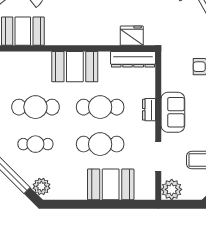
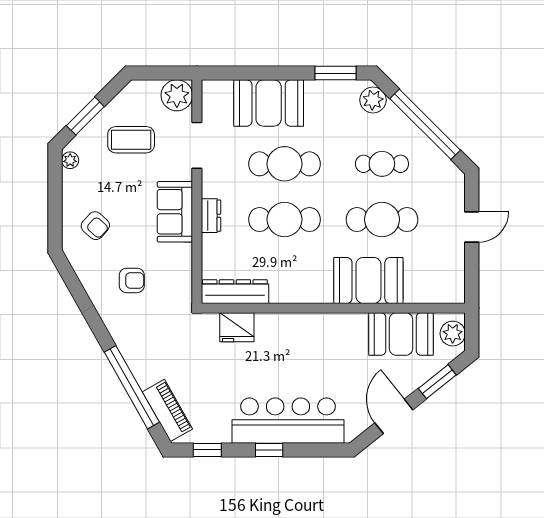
booth: (75, 67) -> (368, 280), moved
window: (66, 204) -> (336, 73), added

